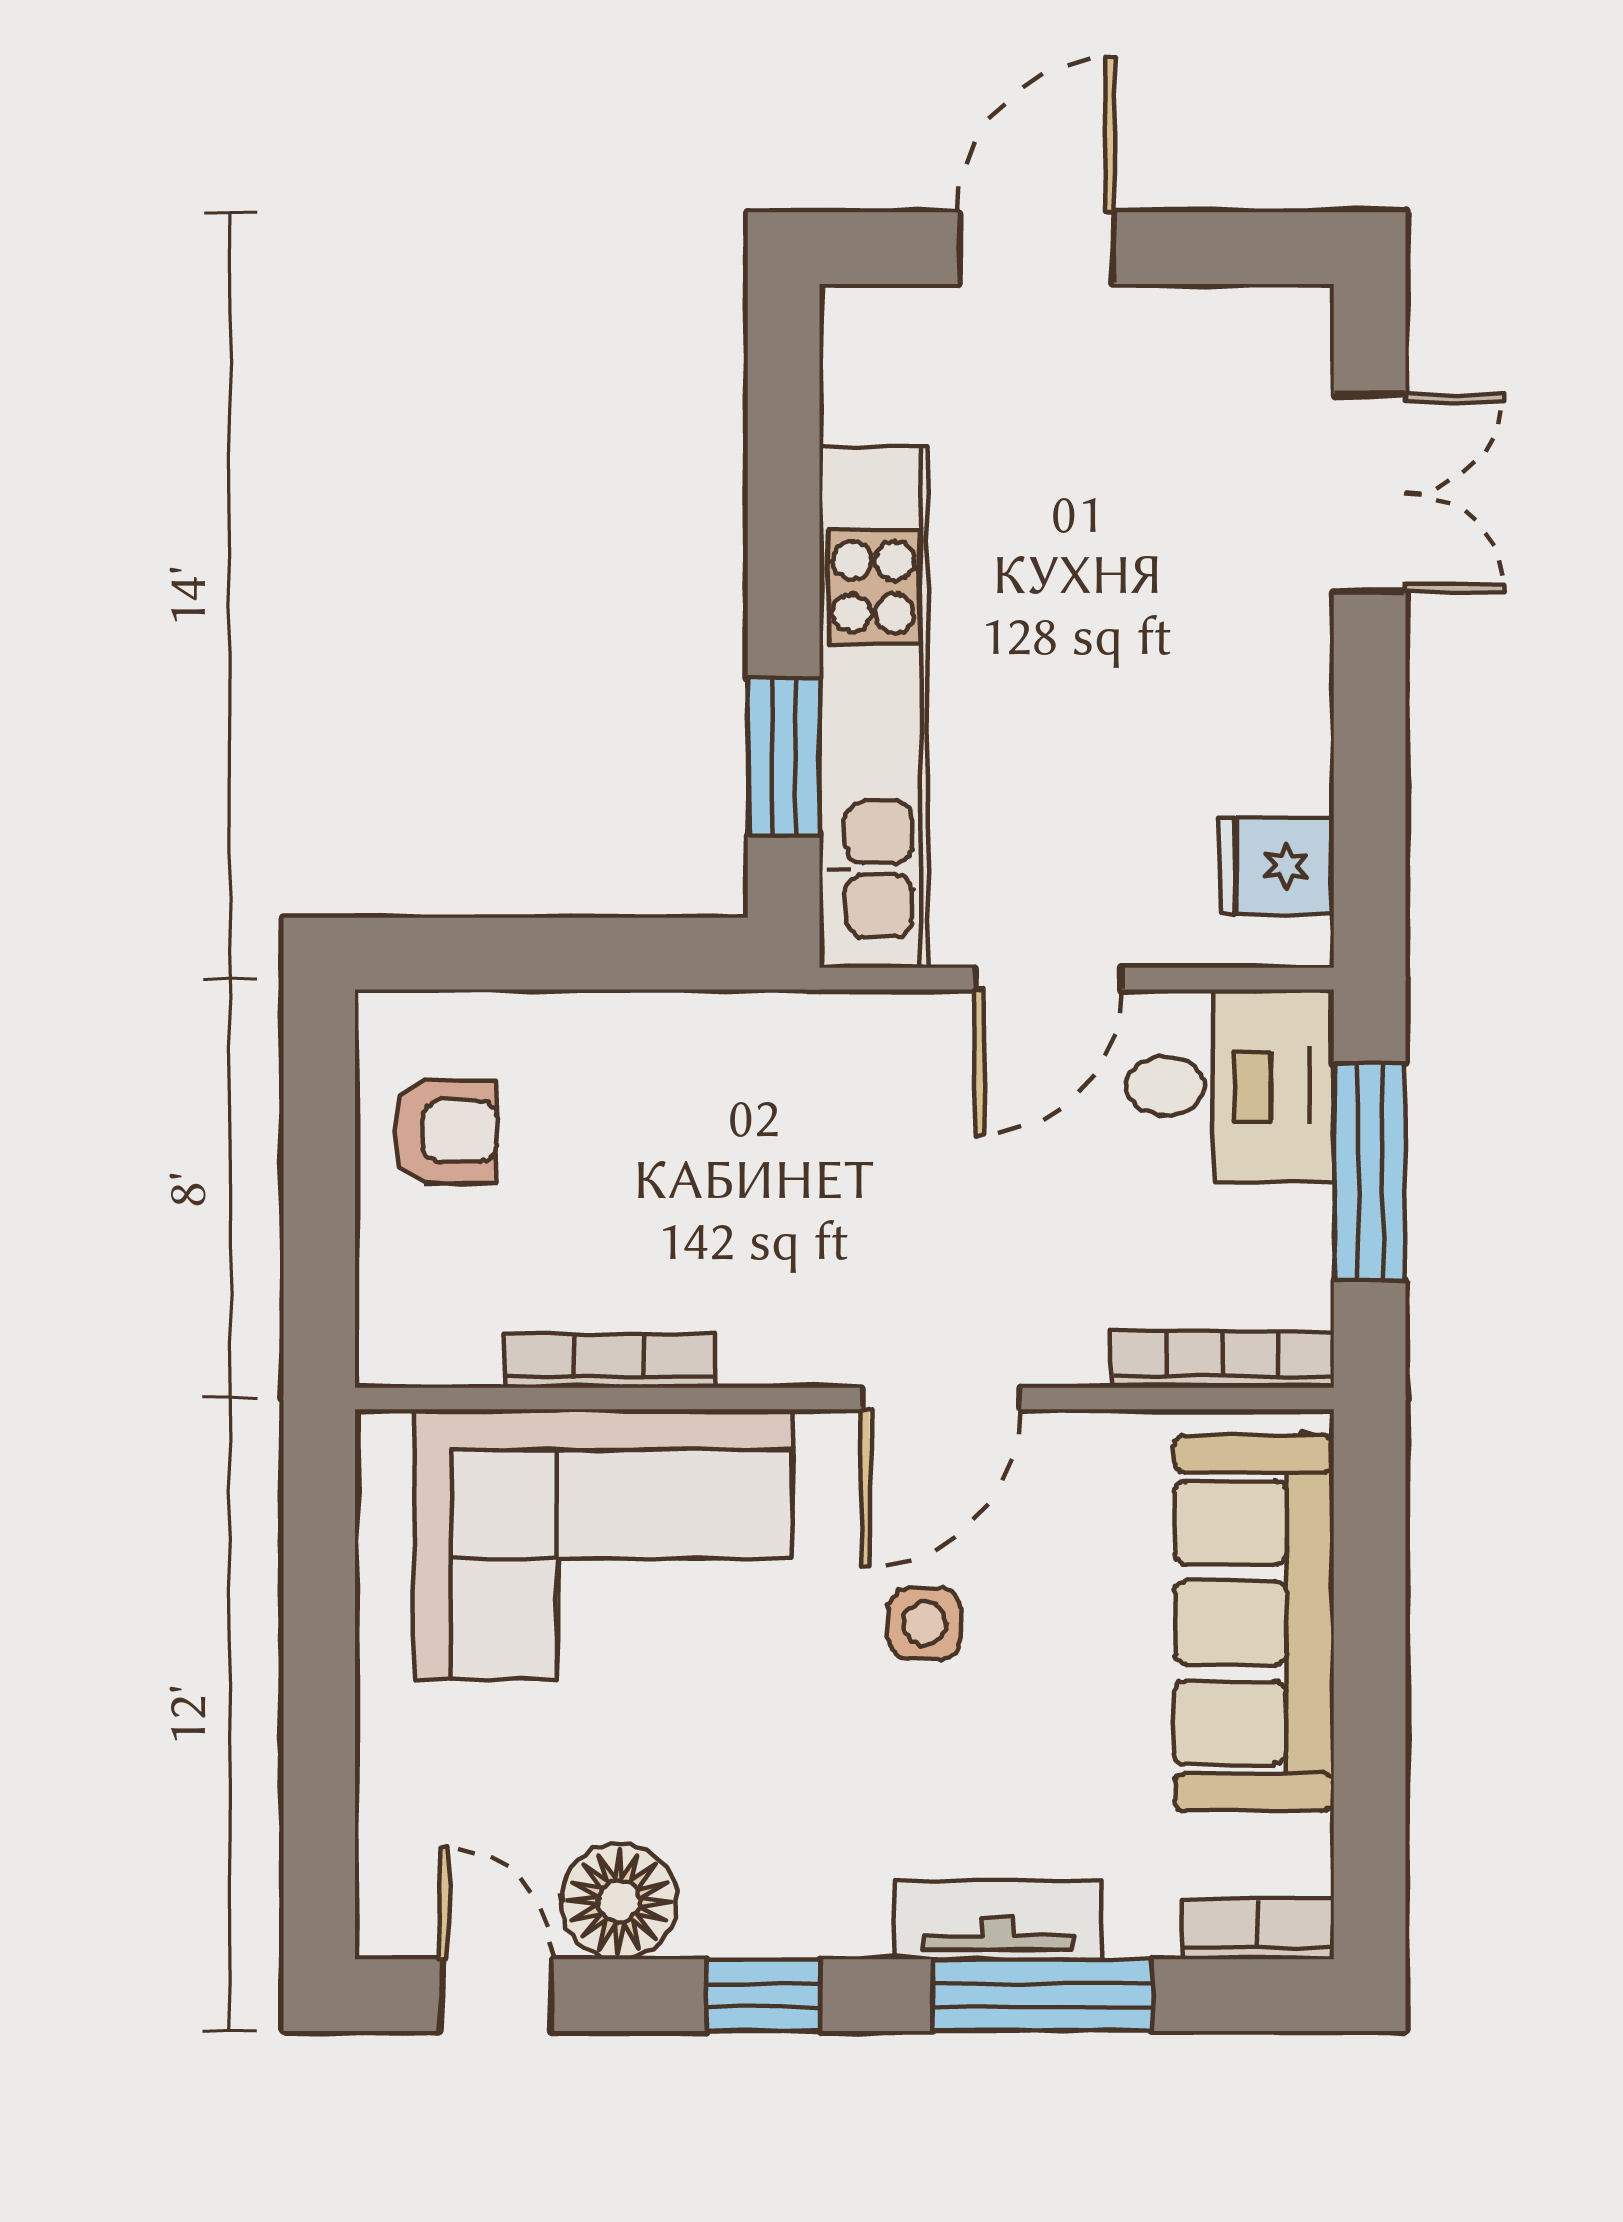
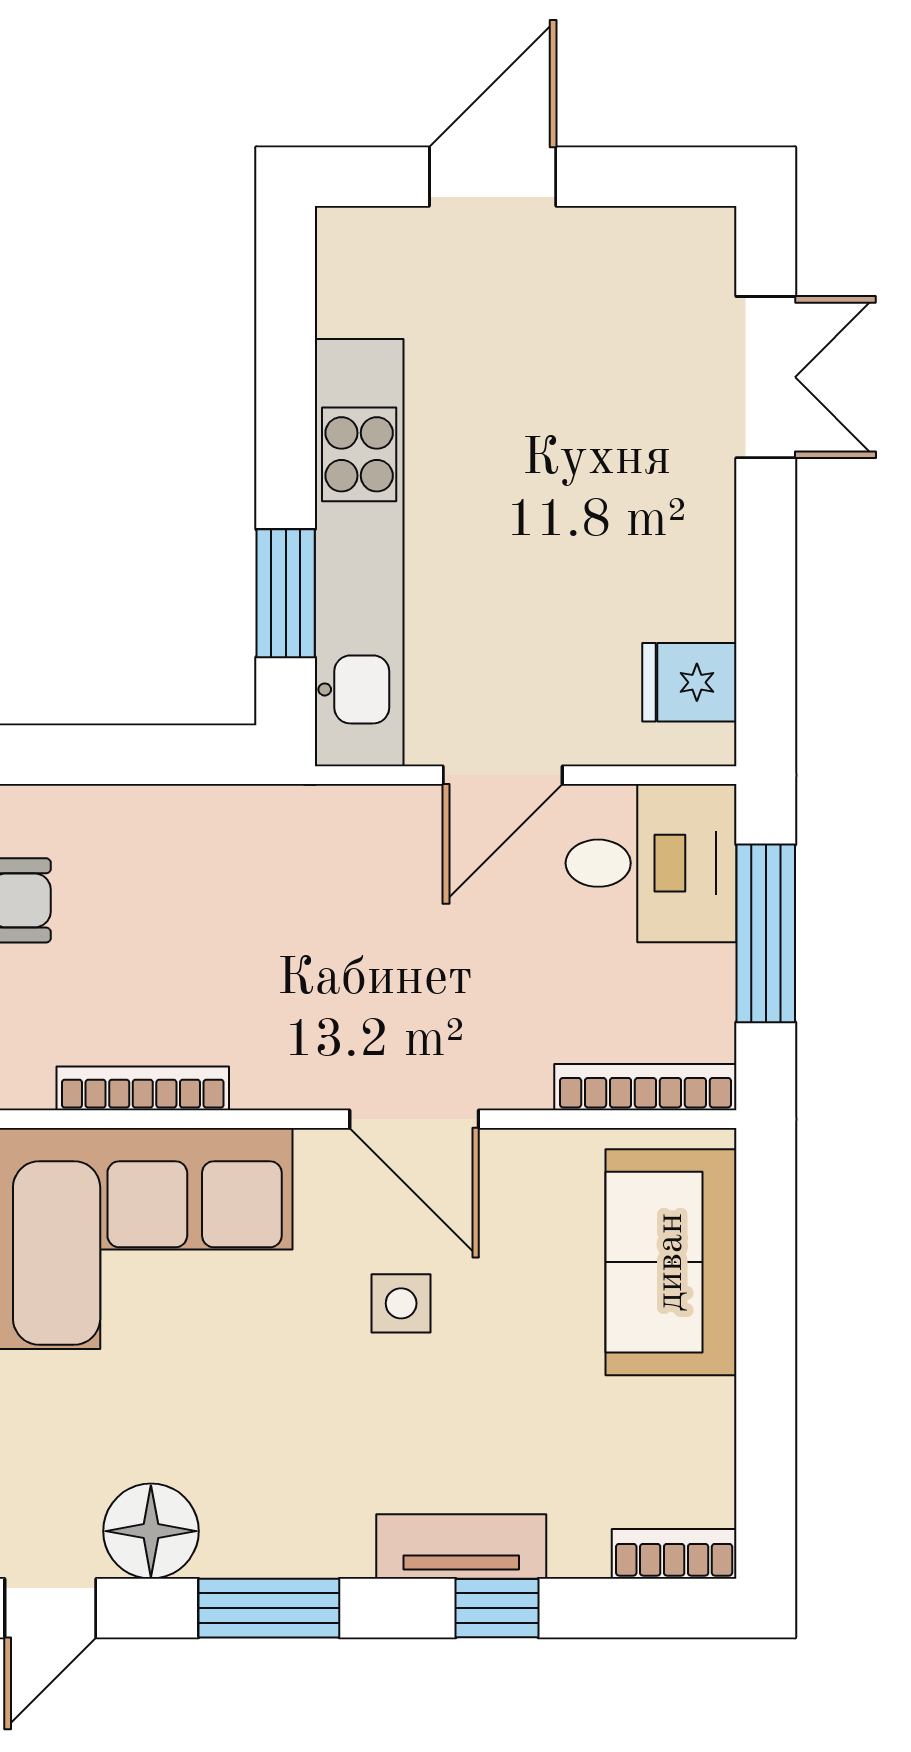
door: (940, 1399) -> (414, 1119), hinge flipped
sofa: (1254, 1623) -> (671, 1262), width x0.73
door: (496, 1995) -> (50, 1608), swing flipped
window: (763, 1995) -> (269, 1608), width x1.50
window: (1042, 1995) -> (497, 1608), width x0.46

